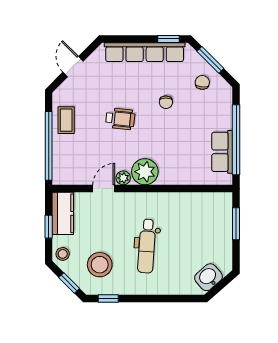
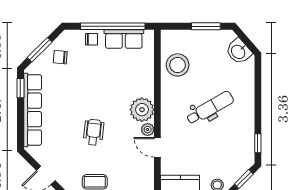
chair: (166, 102) -> (92, 39), moved
window: (236, 224) -> (206, 26), moved
dental chair: (147, 246) -> (210, 108), turned -34
stool: (100, 265) -> (178, 65), moved

